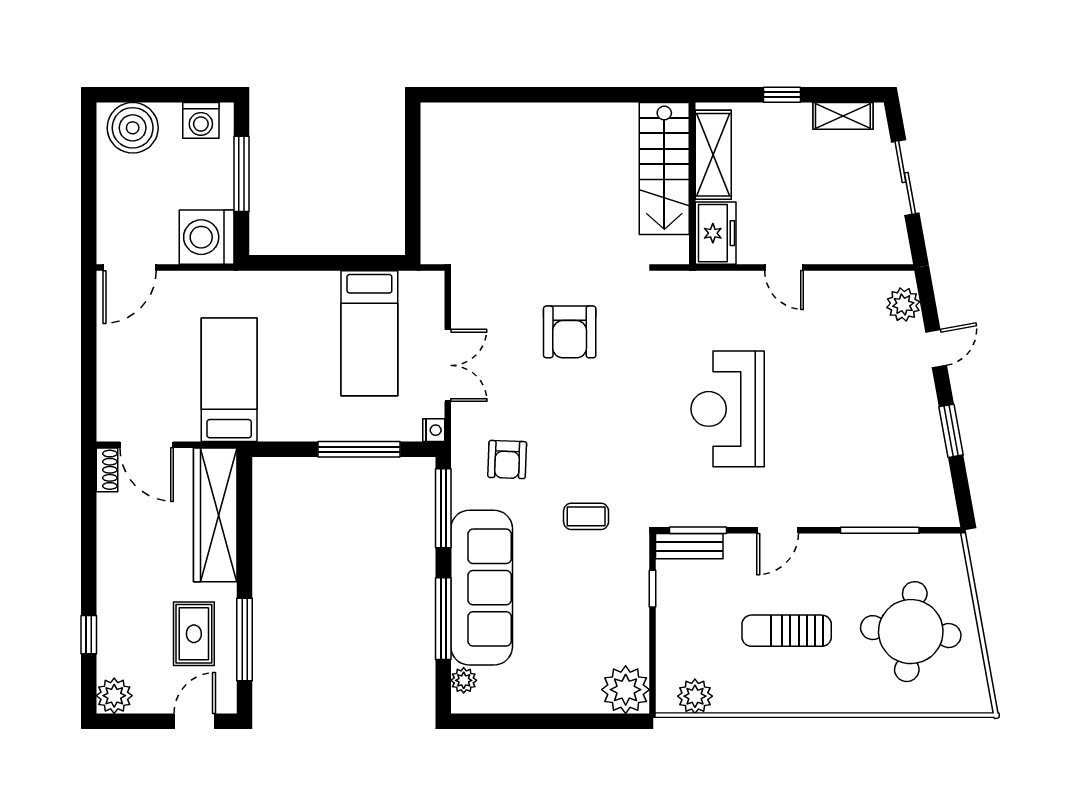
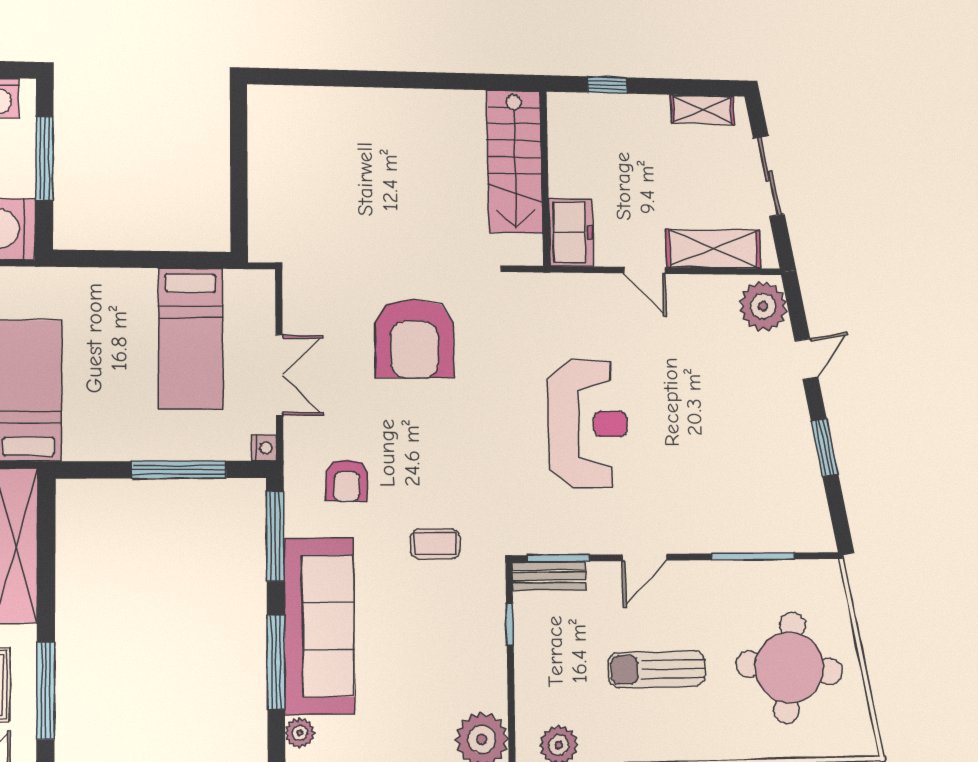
window: (782, 95) -> (607, 85), moved
shelving: (713, 155) -> (713, 249), moved, turned 90
plant: (903, 305) -> (763, 306), width x1.36, depth x1.36
armchair: (570, 332) -> (414, 339), width x1.36, depth x1.36
reception desk: (728, 409) -> (588, 424), turned 180

